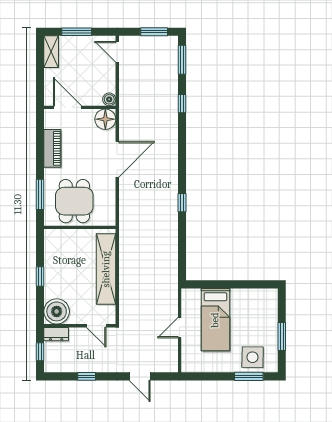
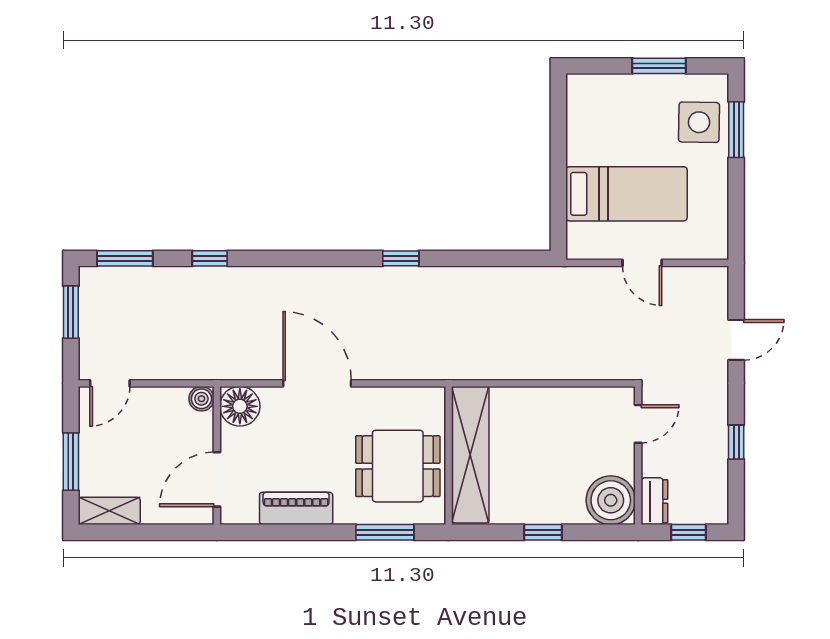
shelving: (106, 269) -> (470, 455), moved, turned 90

